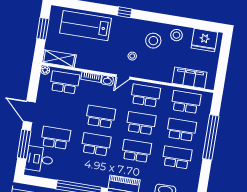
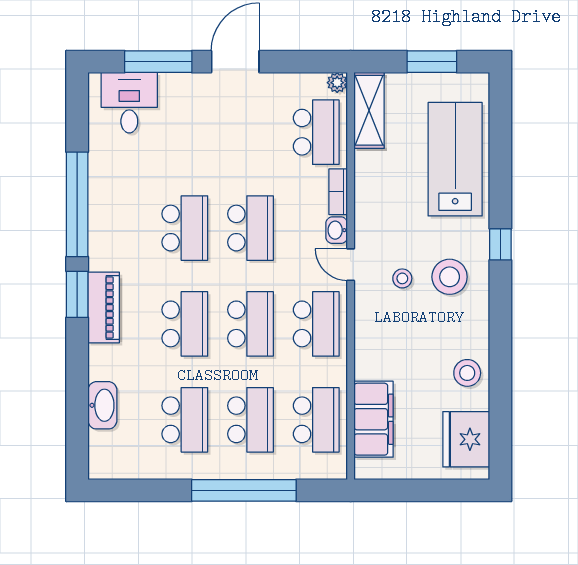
stool: (153, 41) -> (450, 277), moved
school desk: (56, 138) -> (185, 132), removed

